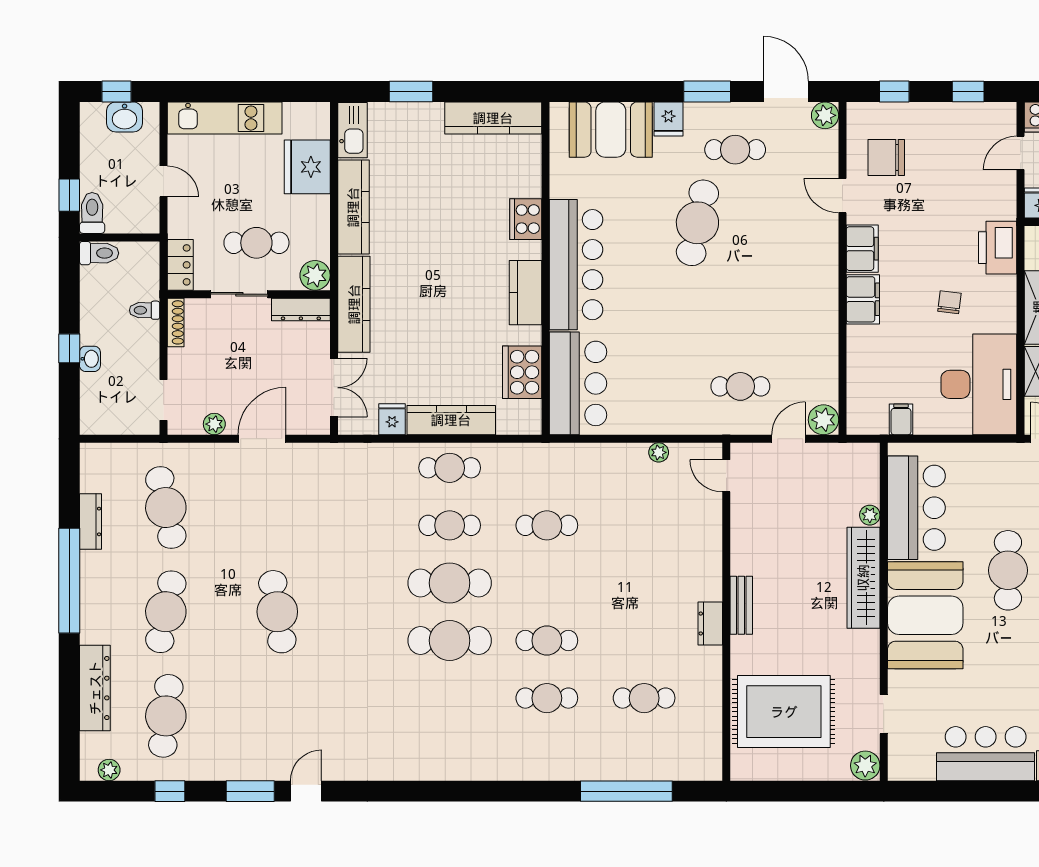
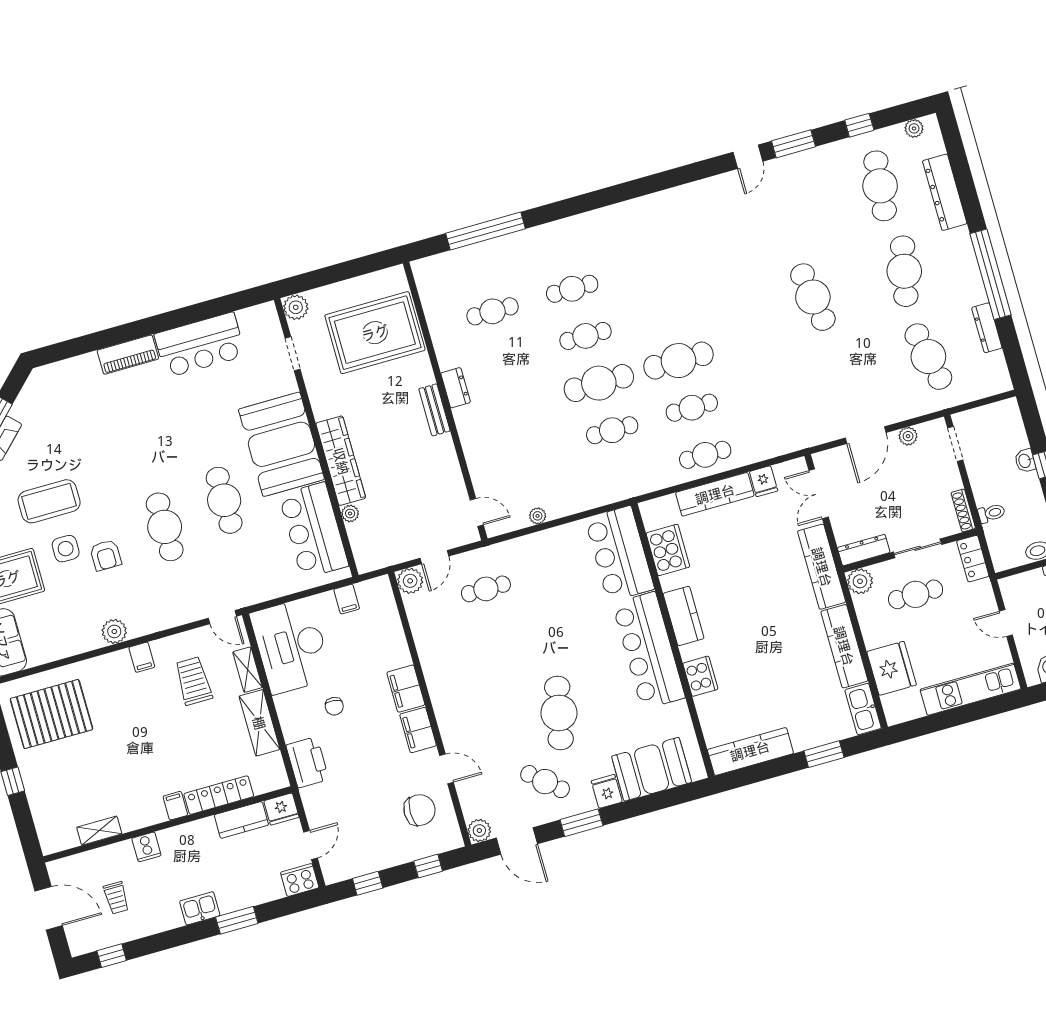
cafe table: (735, 150) -> (545, 782), turned 41
cafe table: (450, 641) -> (599, 383), moved

